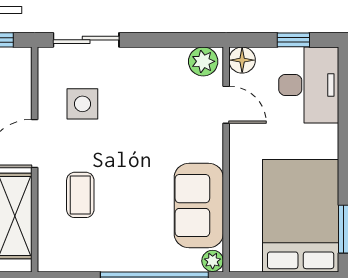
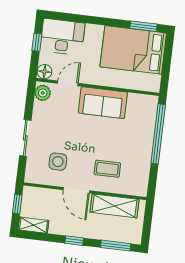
sliding door: (86, 40) -> (25, 138), moved
sofa: (199, 206) -> (103, 103), moved
plant: (213, 261) -> (152, 101), removed

